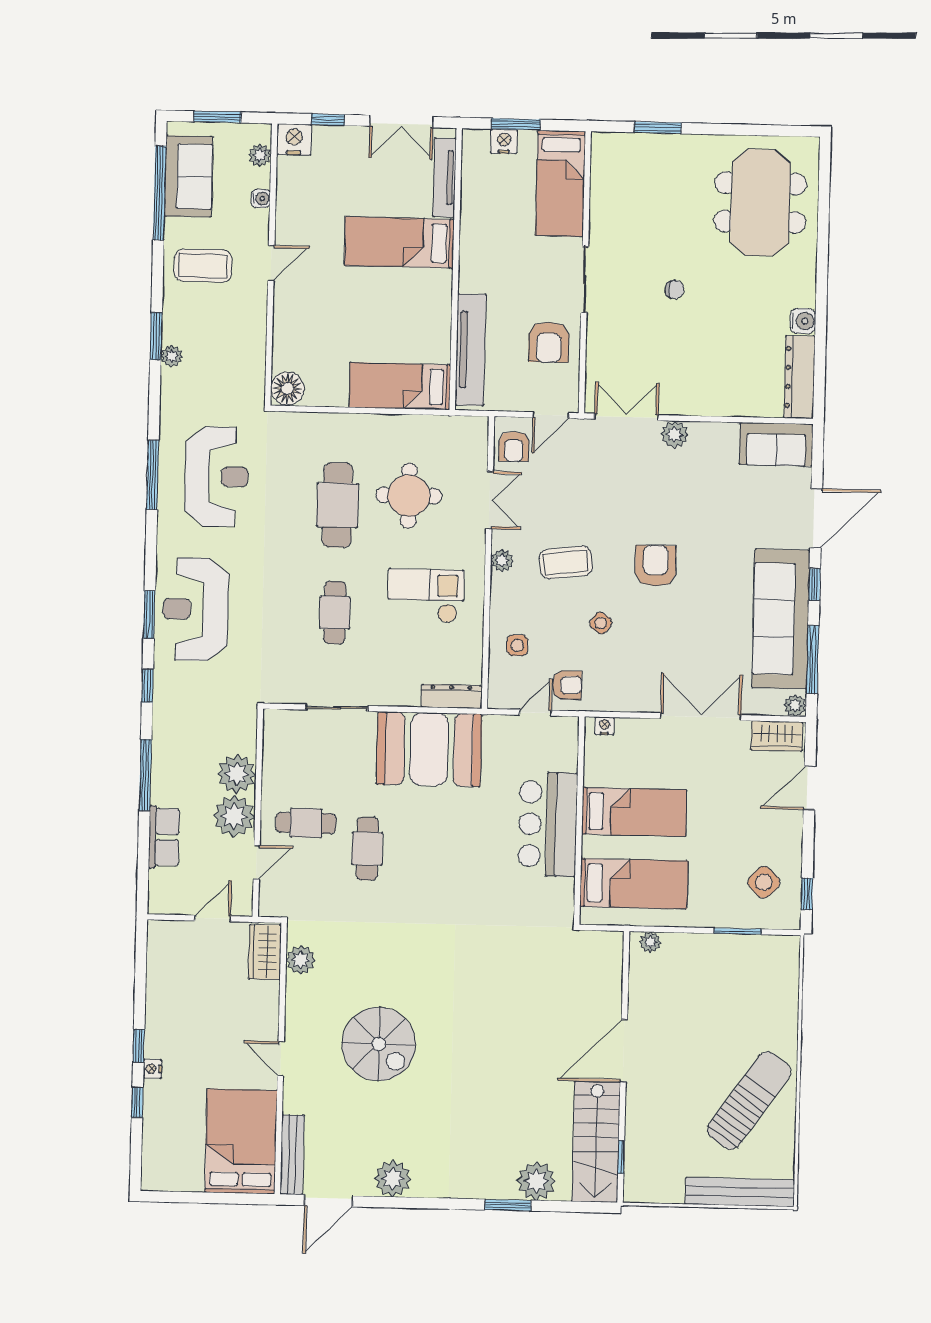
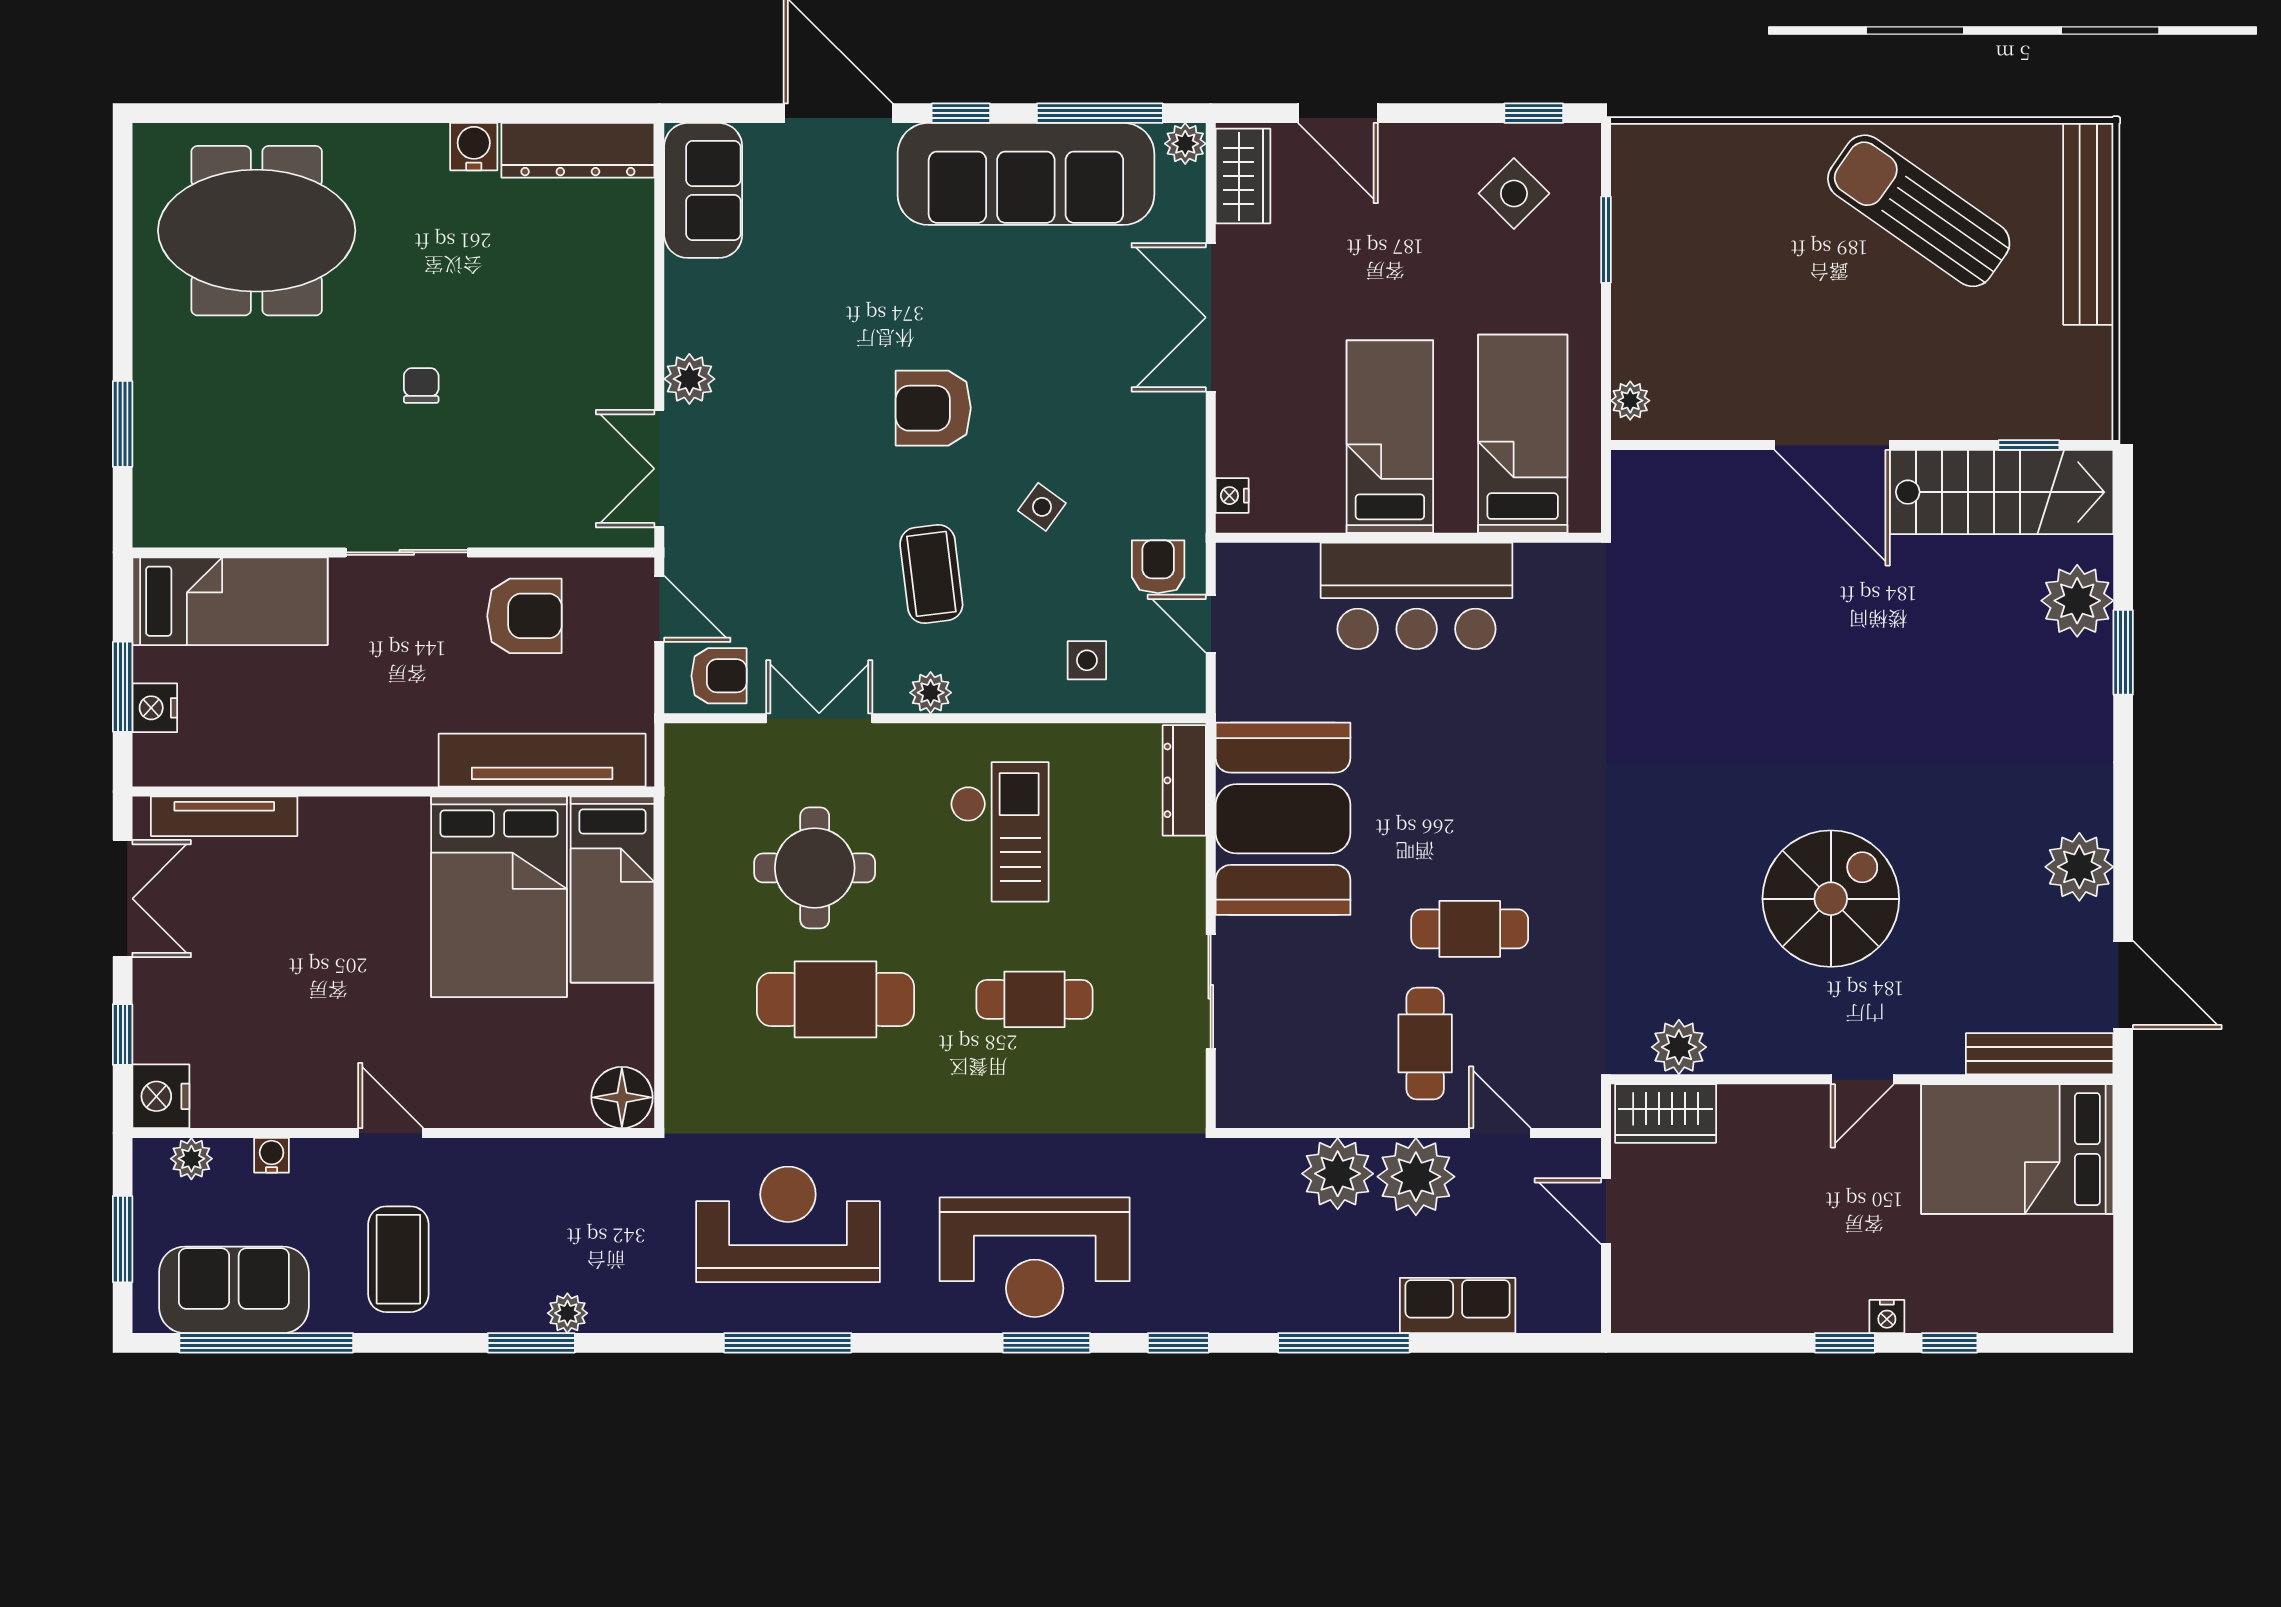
bed: (399, 242) -> (499, 897), moved, width x1.50
checkout: (426, 596) -> (1000, 832), turned 180

